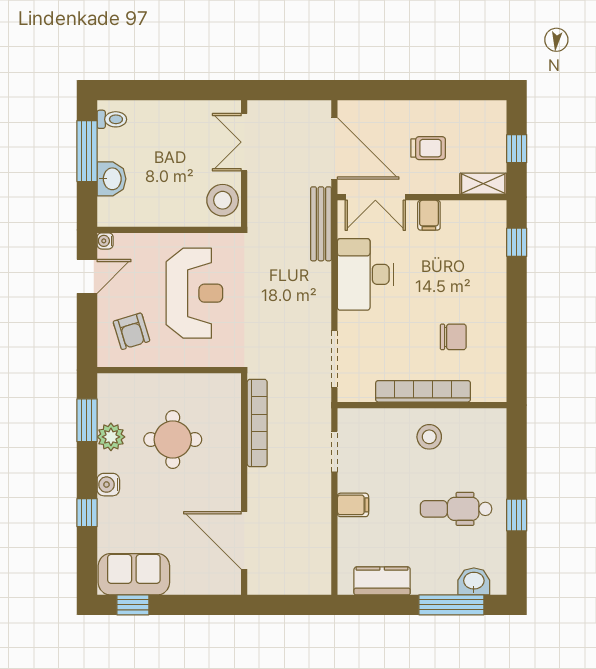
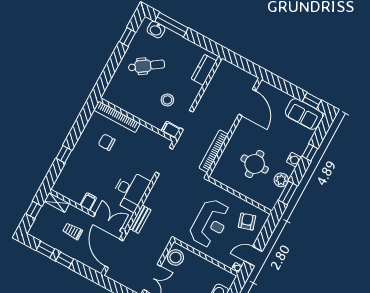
window: (415, 90) -> (65, 260), added
window: (458, 90) -> (45, 250), added
bench: (321, 224) -> (140, 219), width x0.73
window: (517, 242) -> (64, 154), moved
reception desk: (194, 293) -> (210, 223), turned 180
bookcase: (423, 391) -> (117, 117), moved
stool: (429, 437) -> (167, 100), moved
filing cabinet: (353, 505) -> (171, 130), moved
dental chair: (456, 509) -> (147, 66), turned -35
window: (517, 515) -> (128, 37), moved
kitchen counter: (382, 581) -> (204, 70), moved, turned 90

